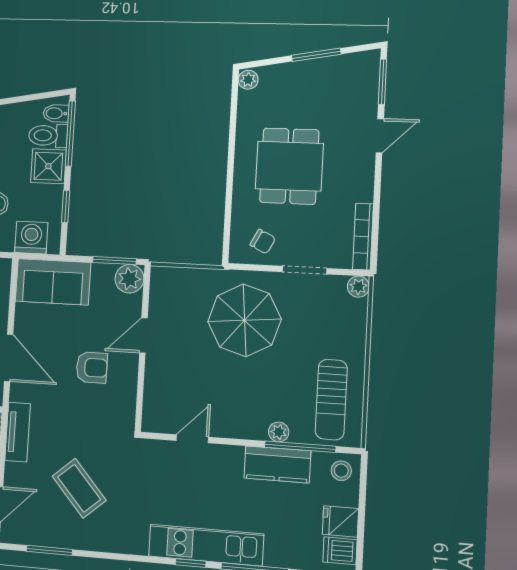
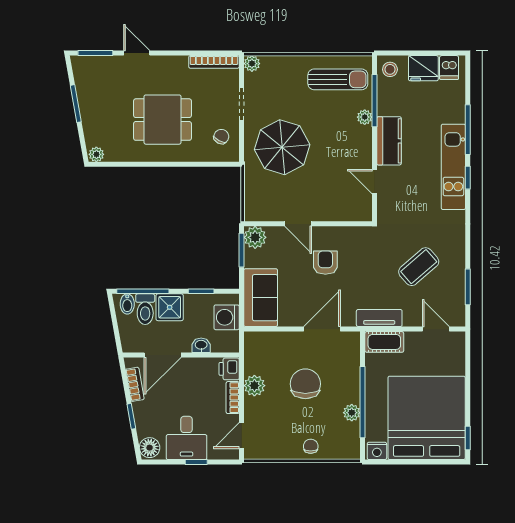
kitchen counter: (277, 464) -> (389, 141), moved
fridge: (340, 521) -> (423, 68), width x1.38

